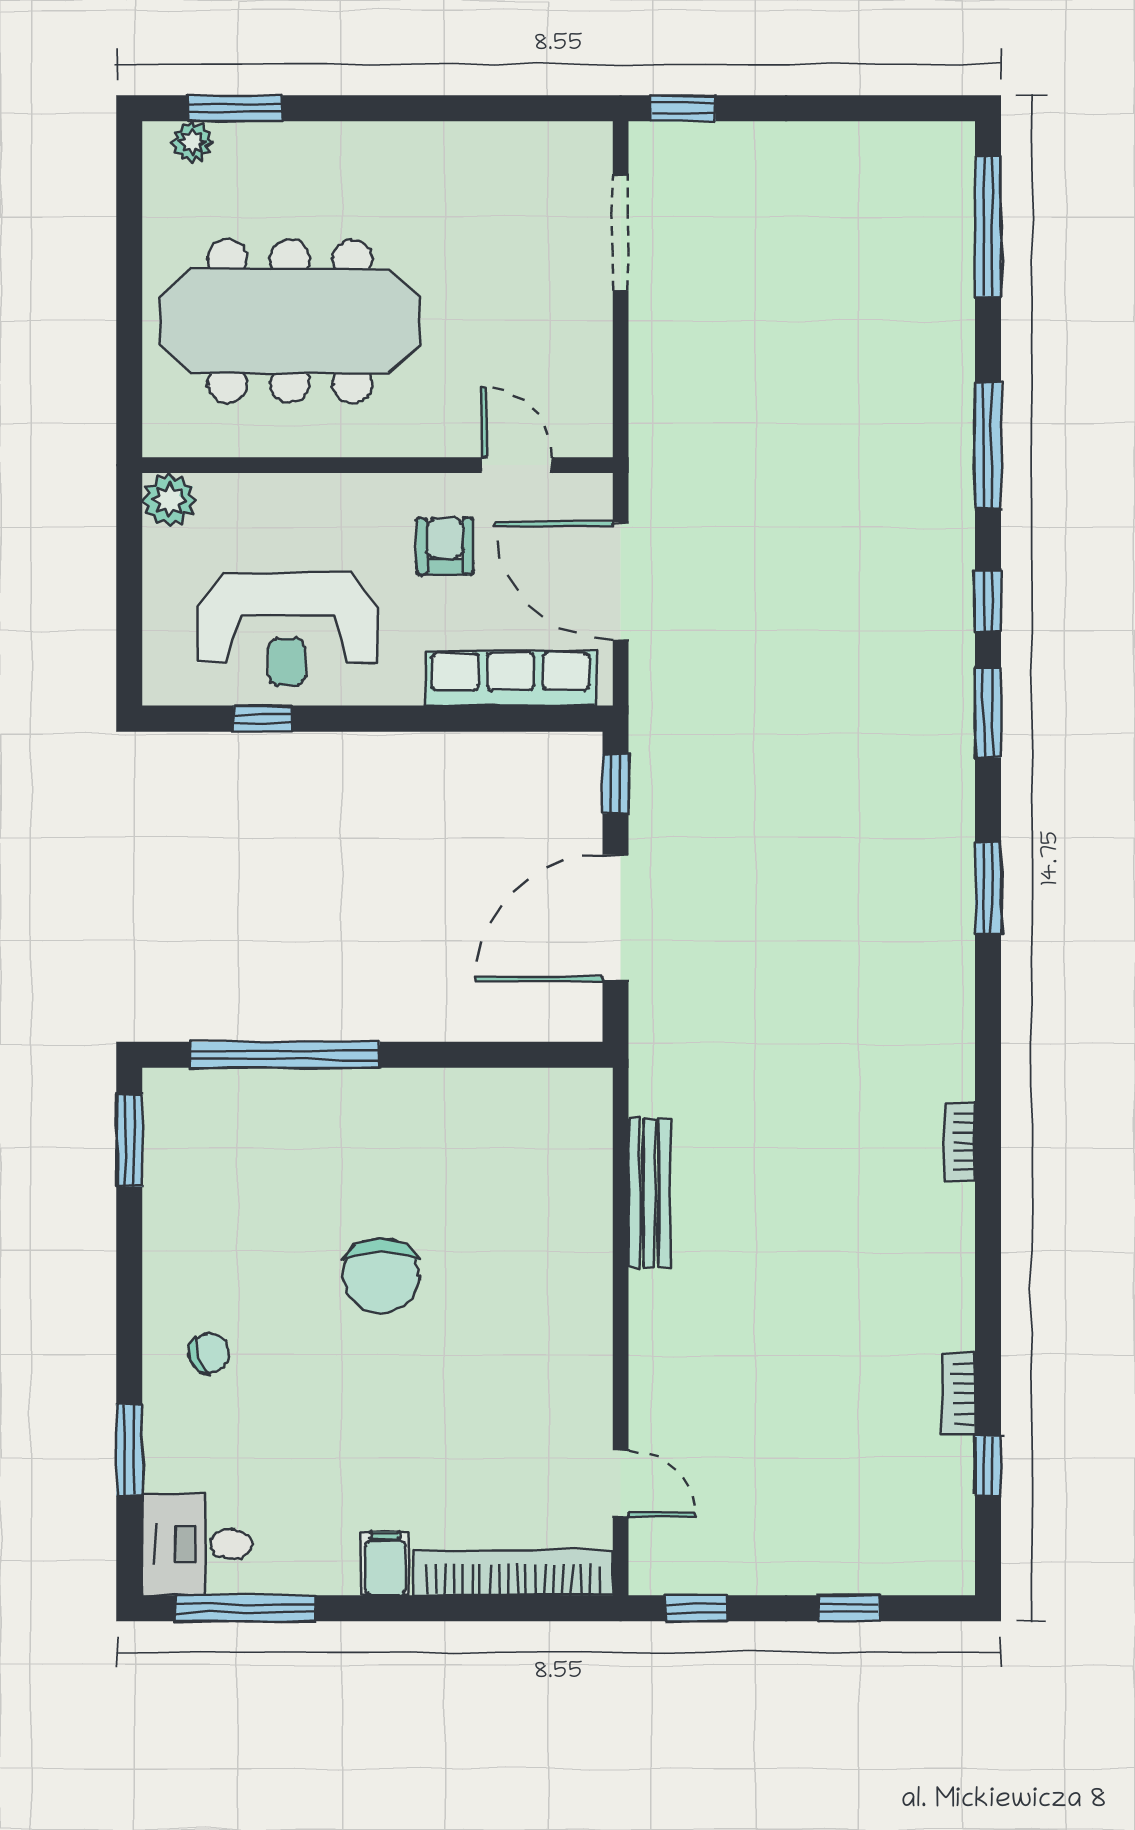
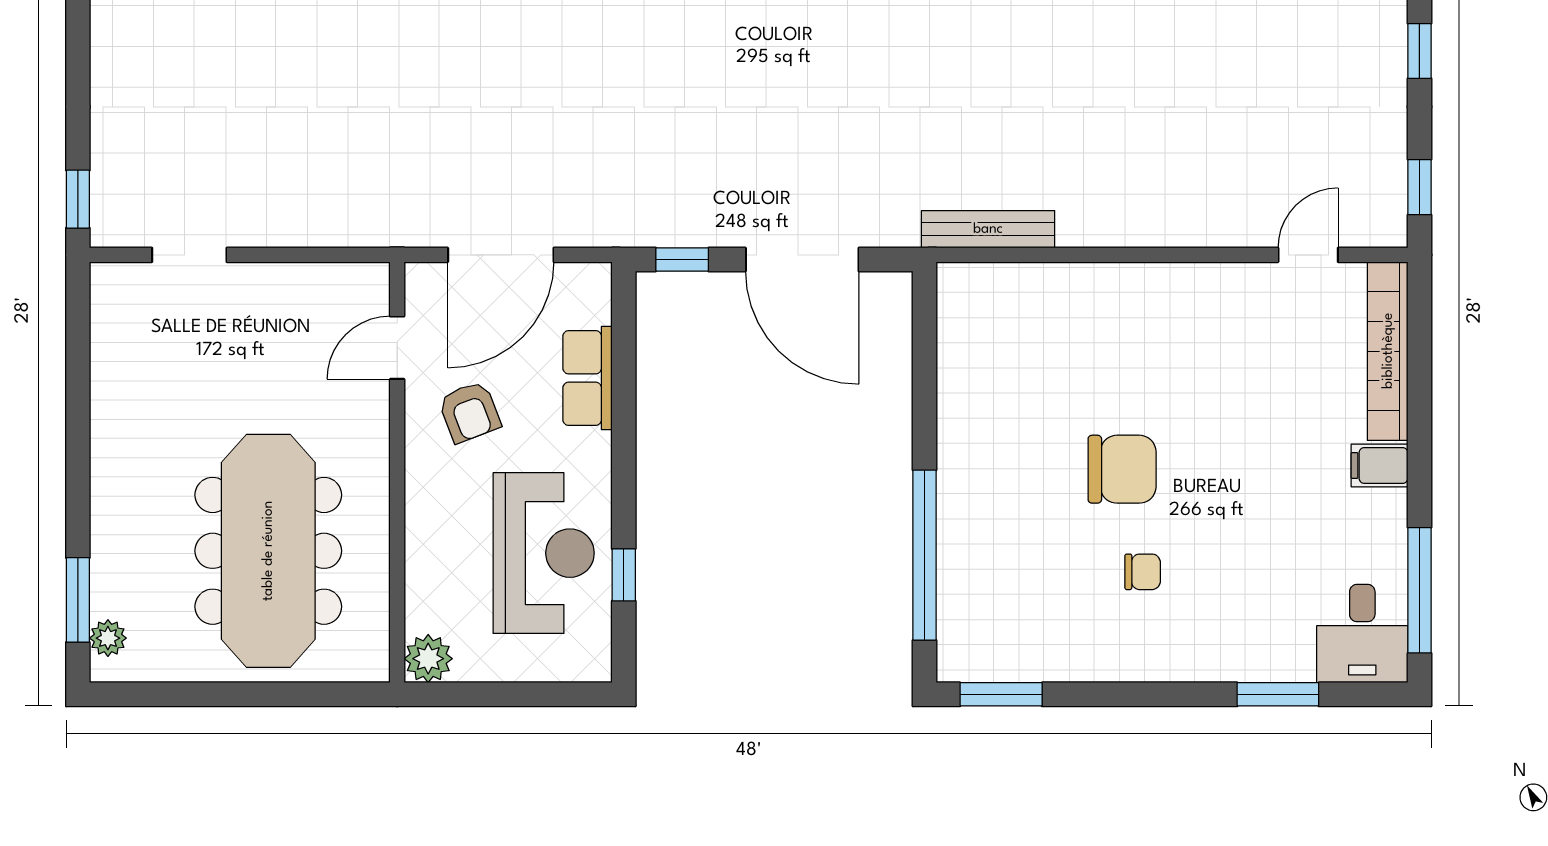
doorway: (621, 233) -> (189, 255), width x0.73
armchair: (445, 546) -> (470, 412), turned -111
row of seats: (511, 678) -> (588, 378), width x0.68
bench: (649, 1193) -> (988, 229), moved
chair: (210, 1353) -> (1143, 572), moved, turned 109

